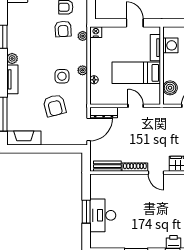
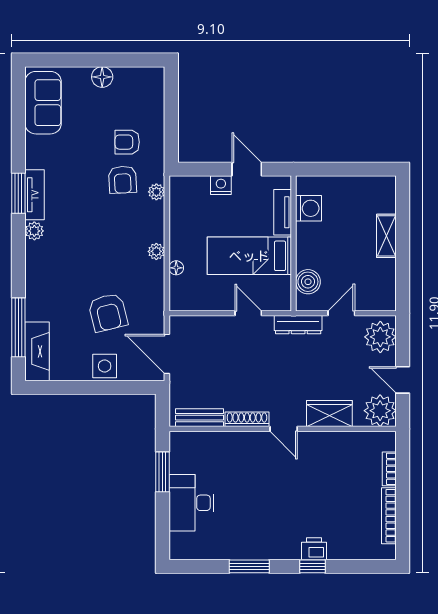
nightstand: (96, 32) -> (221, 185), moved
side table: (62, 76) -> (105, 366), moved
tv unit: (12, 79) -> (35, 195), moved
dresser: (104, 113) -> (298, 325), moved
door: (89, 129) -> (167, 354), swing flipped
fireplace: (24, 138) -> (37, 351), moved, turned 90
window: (86, 212) -> (163, 472), moved

